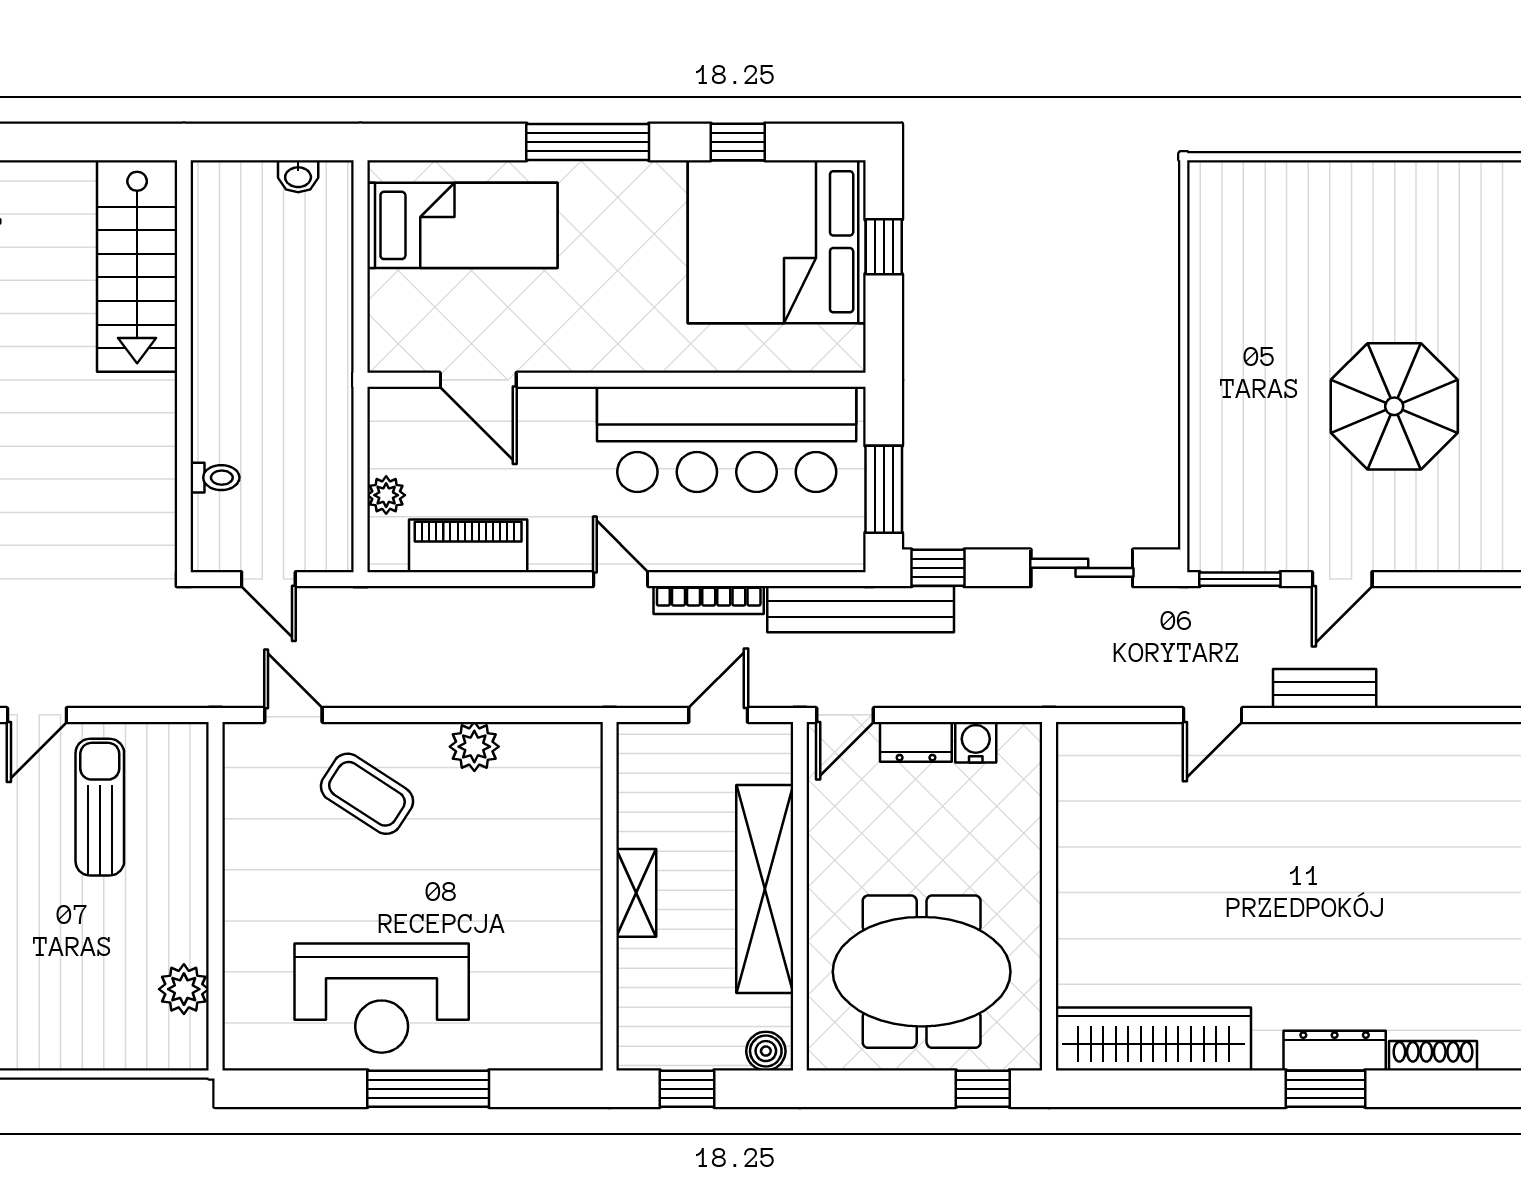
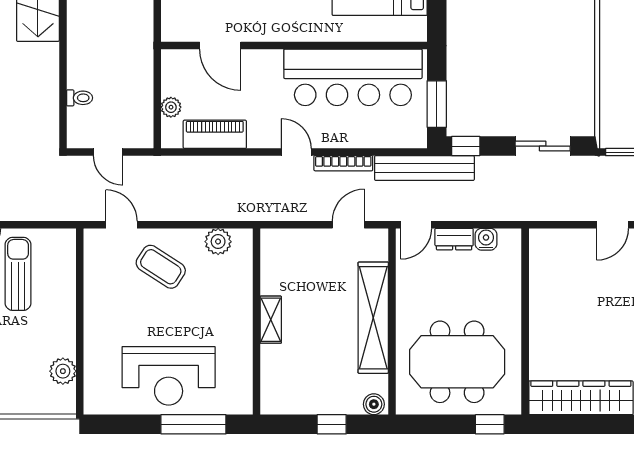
shelving: (636, 893) -> (271, 320), moved
wall: (610, 896) -> (256, 321), moved

